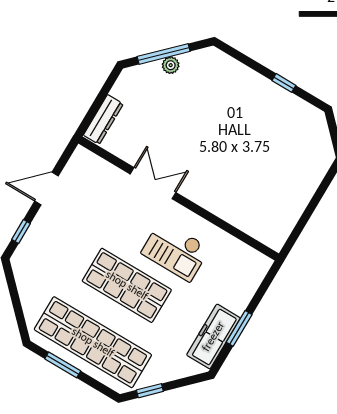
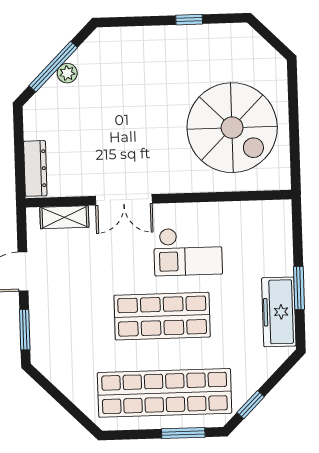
shelving: (102, 168) -> (64, 217), added
spiral stairs: (265, 181) -> (232, 128), added
double door: (153, 183) -> (124, 200), swing flipped
window: (21, 231) -> (25, 330), width x1.50
window: (63, 365) -> (183, 433), moved

